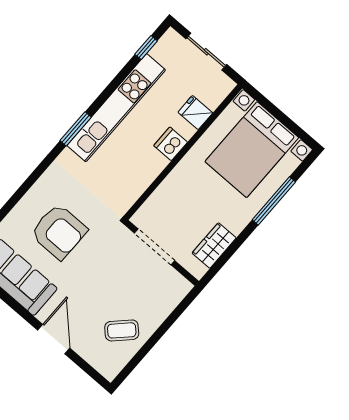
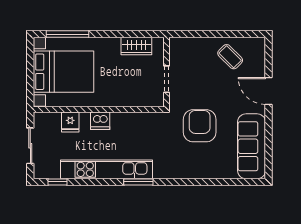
window: (274, 201) -> (67, 34), moved
armchair: (59, 232) -> (200, 126), moved
doorway: (155, 247) -> (167, 79), width x0.73
door: (54, 339) -> (269, 91), hinge flipped

